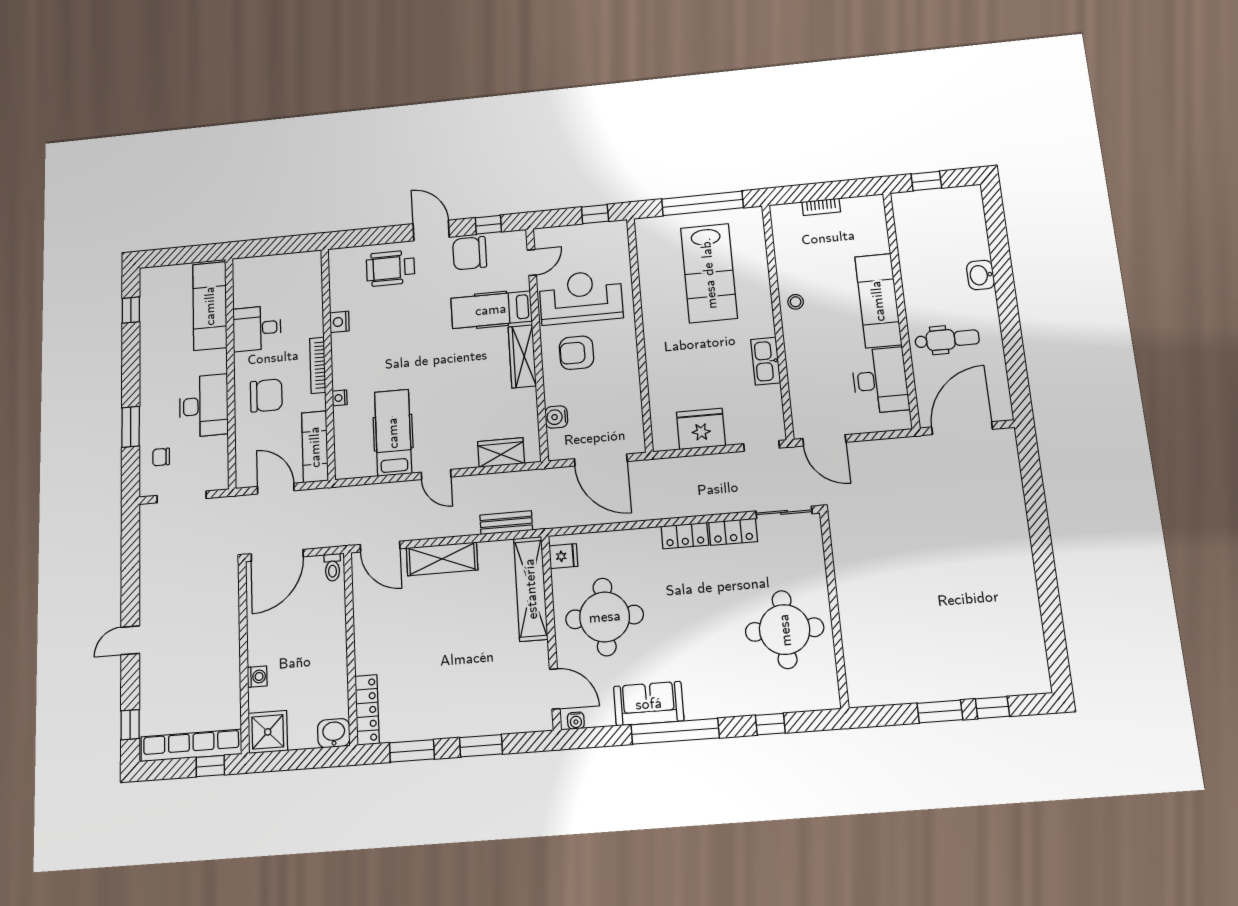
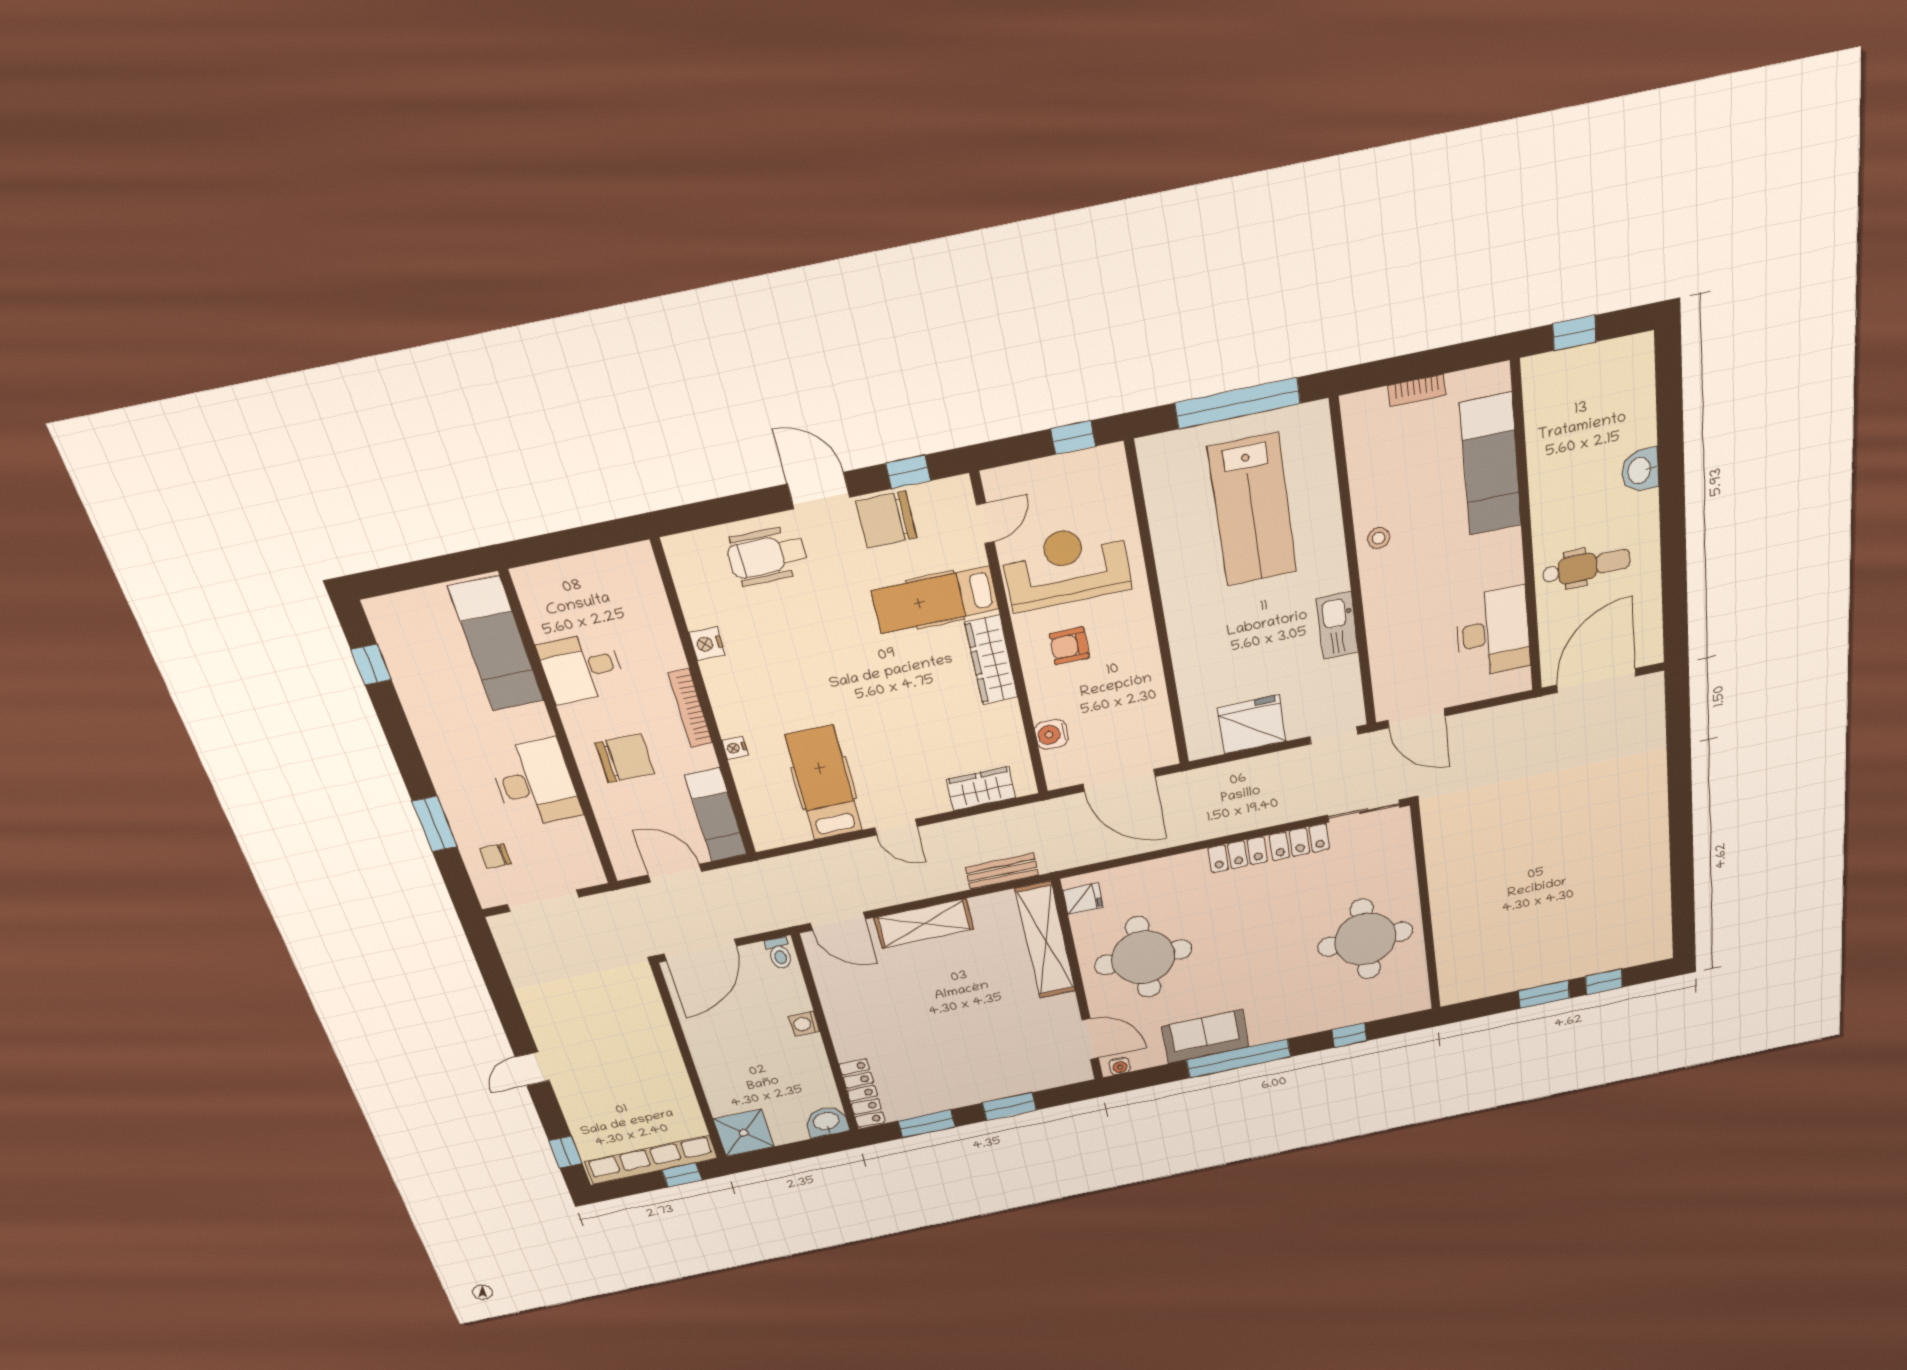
exam couch: (878, 301) -> (1491, 465), moved
armchair: (577, 353) -> (1069, 646), width x0.72, depth x0.72
washing machine: (257, 677) -> (804, 1024), moved, turned 180

